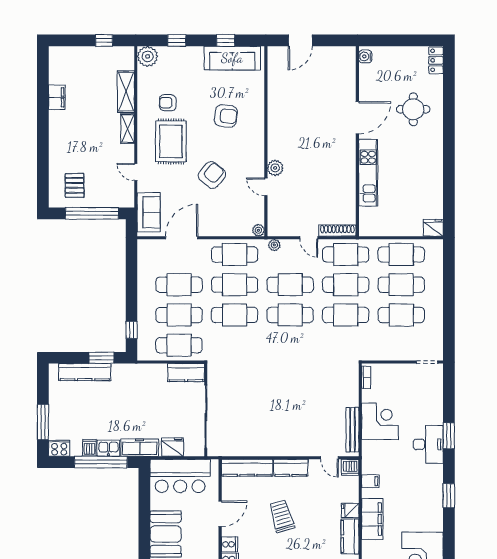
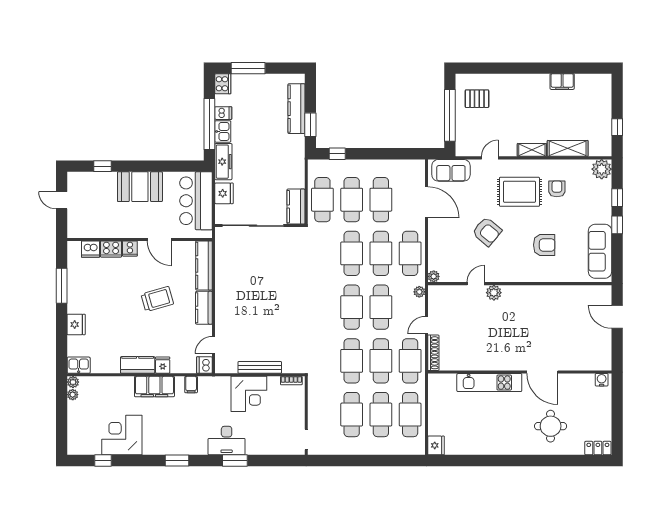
window: (226, 40) -> (617, 225), moved
armchair: (226, 116) -> (544, 245), turned -97
bench: (352, 430) -> (260, 367), moved

